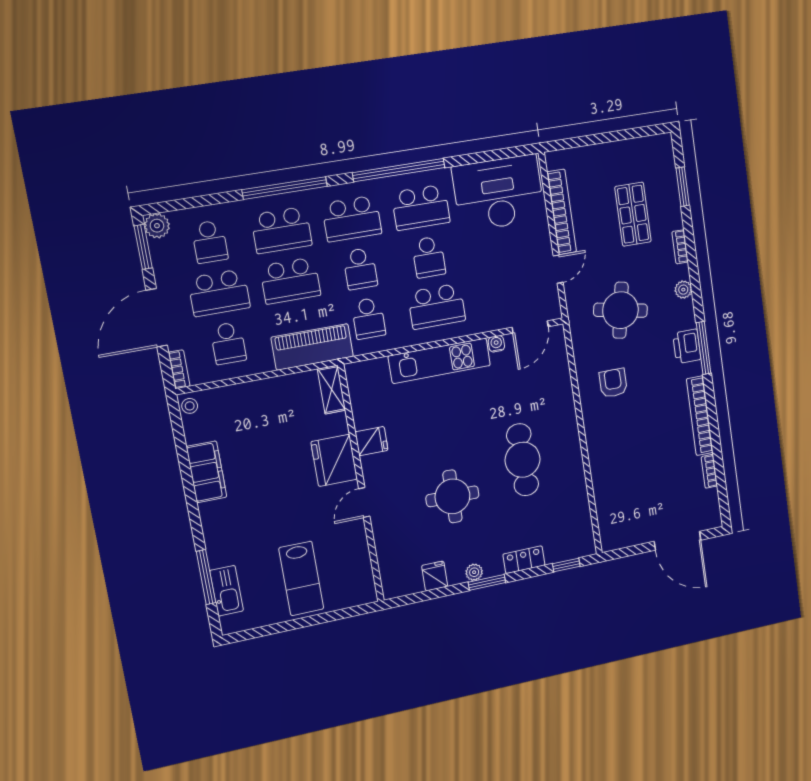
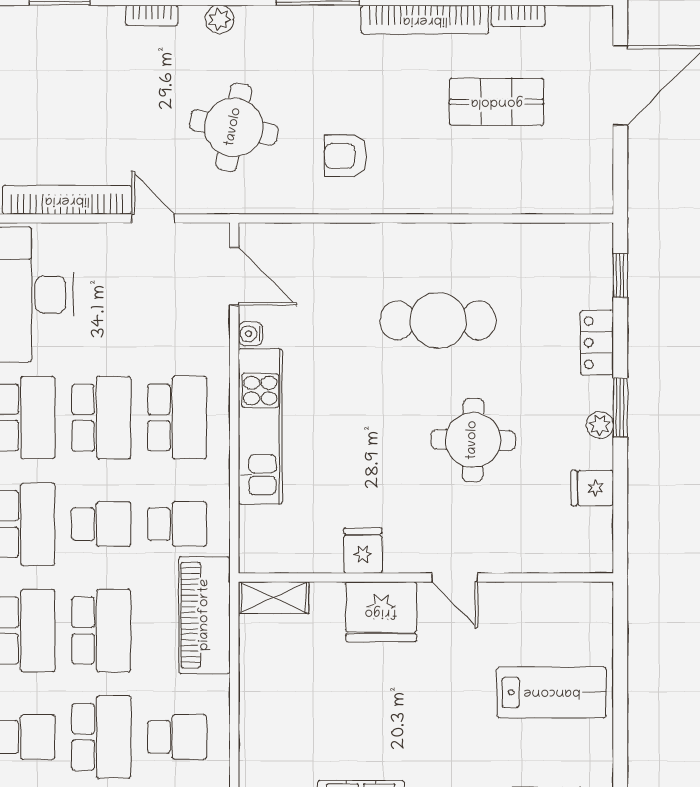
shop shelf: (633, 214) -> (497, 102), moved
school desk: (429, 257) -> (101, 418), width x1.85
printer: (687, 346) -> (310, 26), removed

